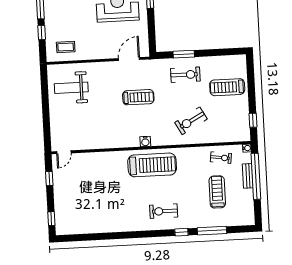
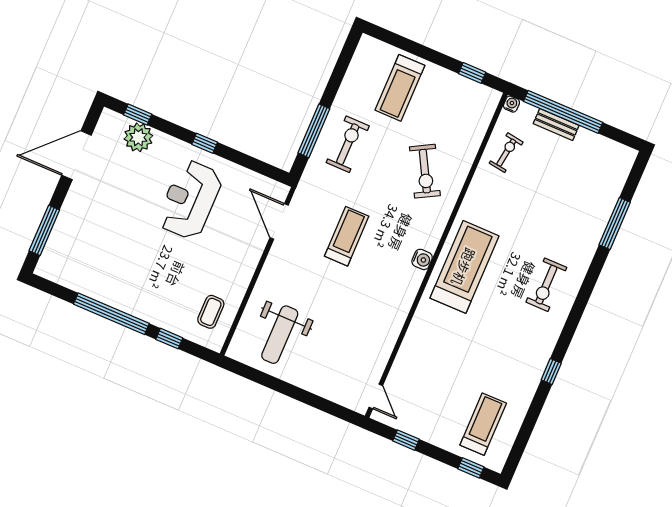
window: (184, 54) -> (314, 131), width x1.44
treadmill: (217, 192) -> (483, 424), moved, turned 90
window: (181, 232) -> (551, 372), moved

